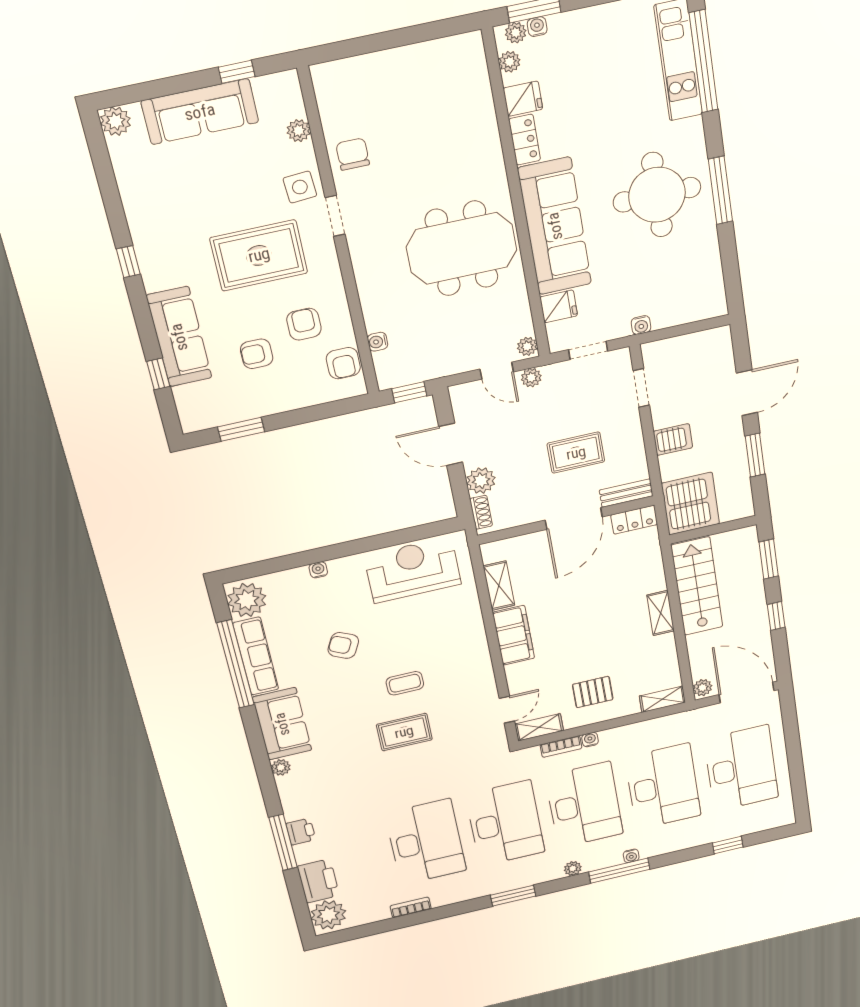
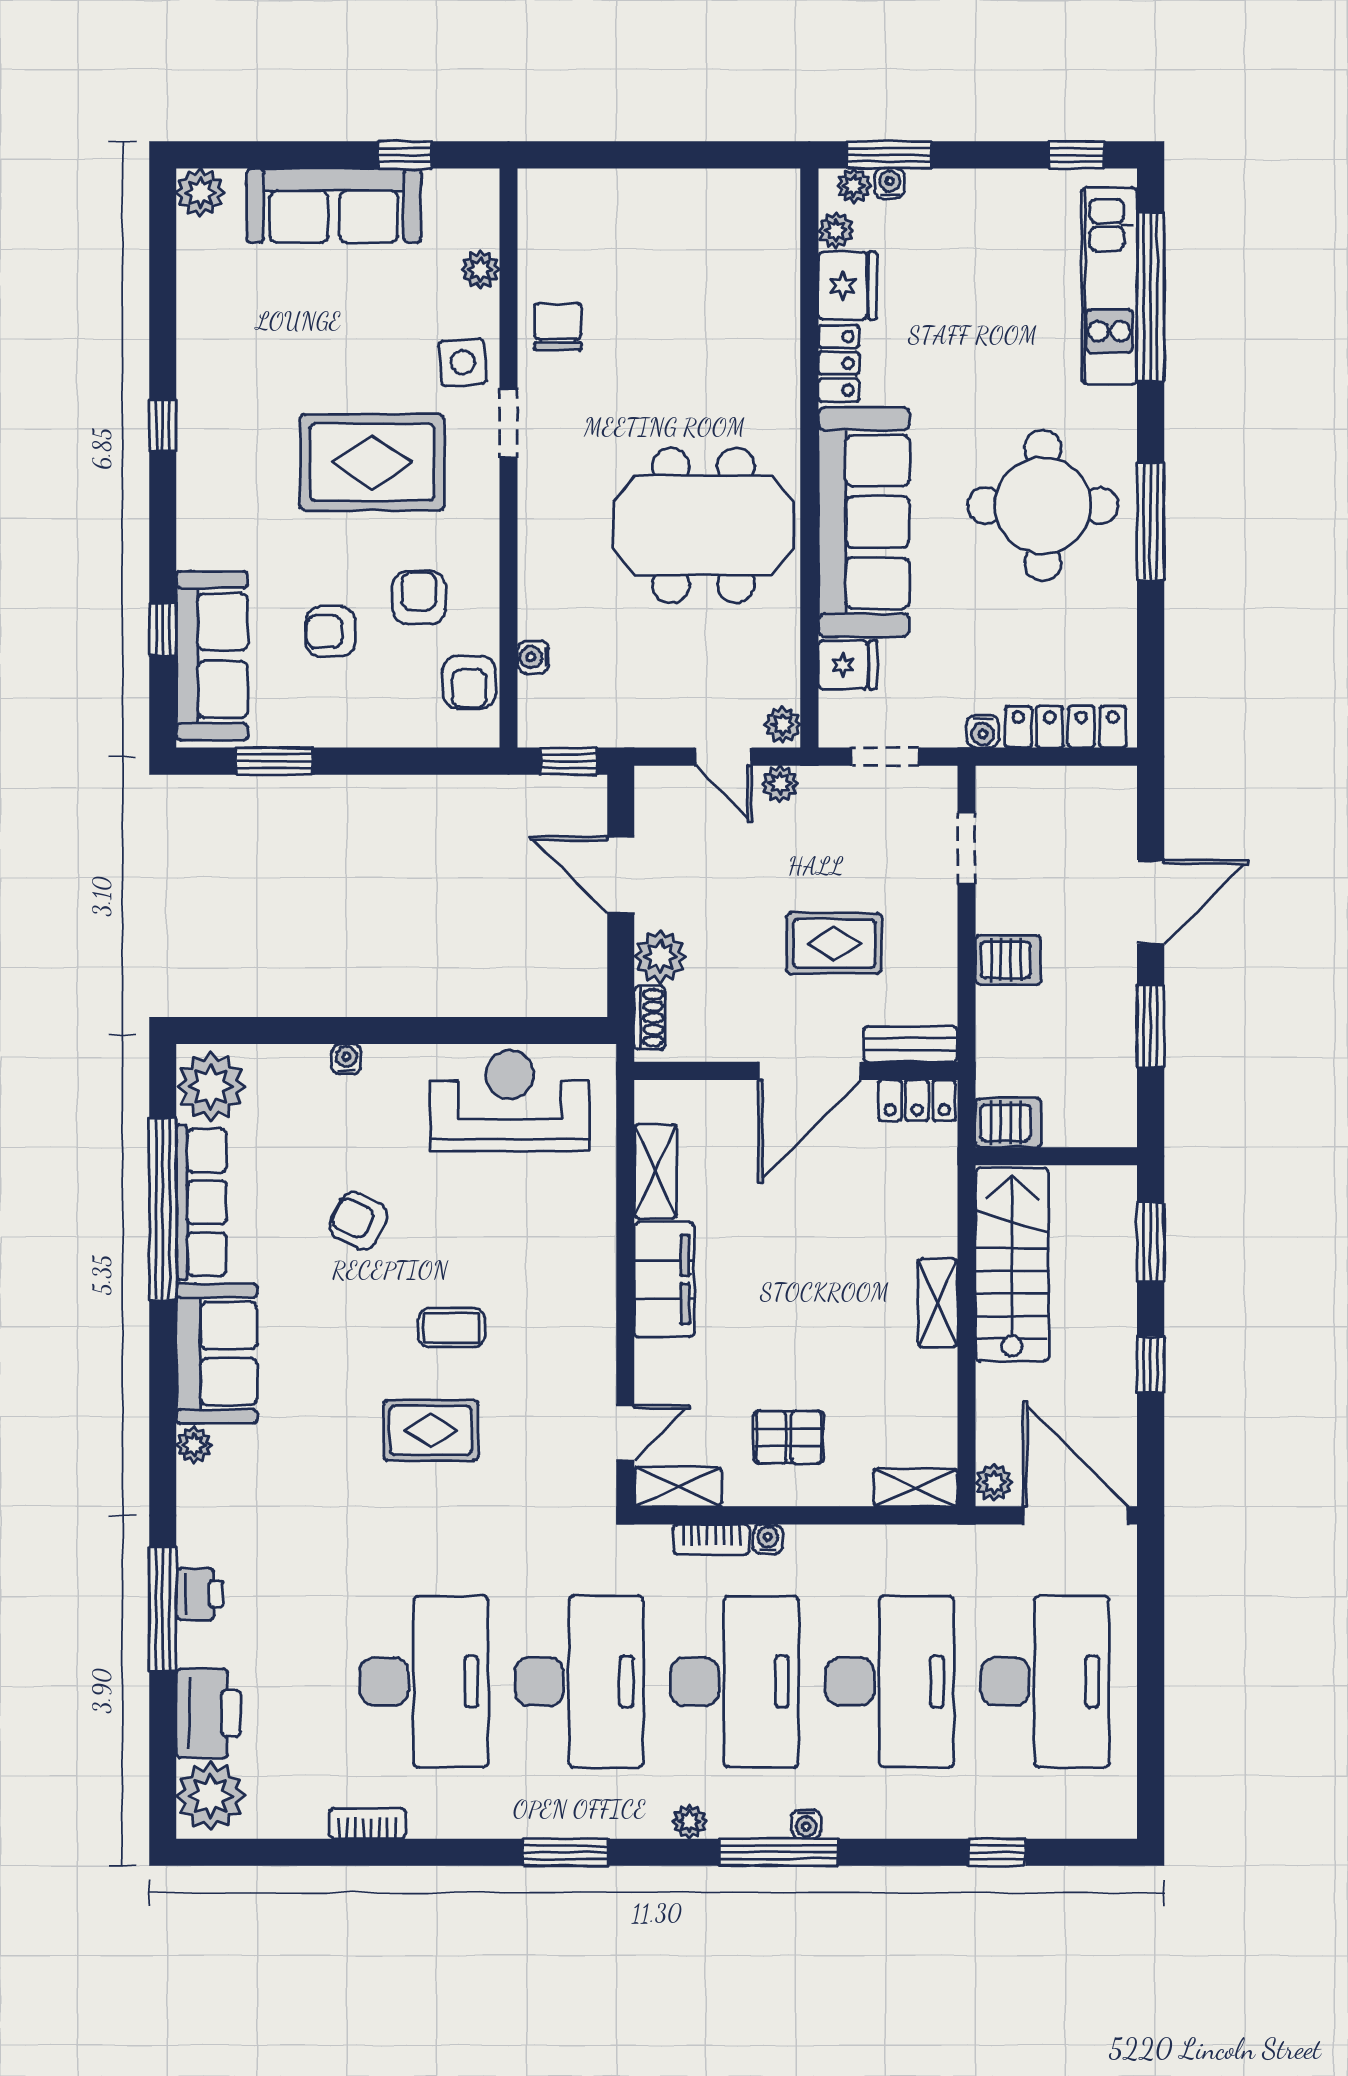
fridge: (523, 99) -> (847, 286), width x1.38
locker: (687, 312) -> (1066, 727), added
sofa: (179, 337) -> (212, 656), moved
server rack: (691, 504) -> (1008, 1123), width x0.46, depth x0.70

